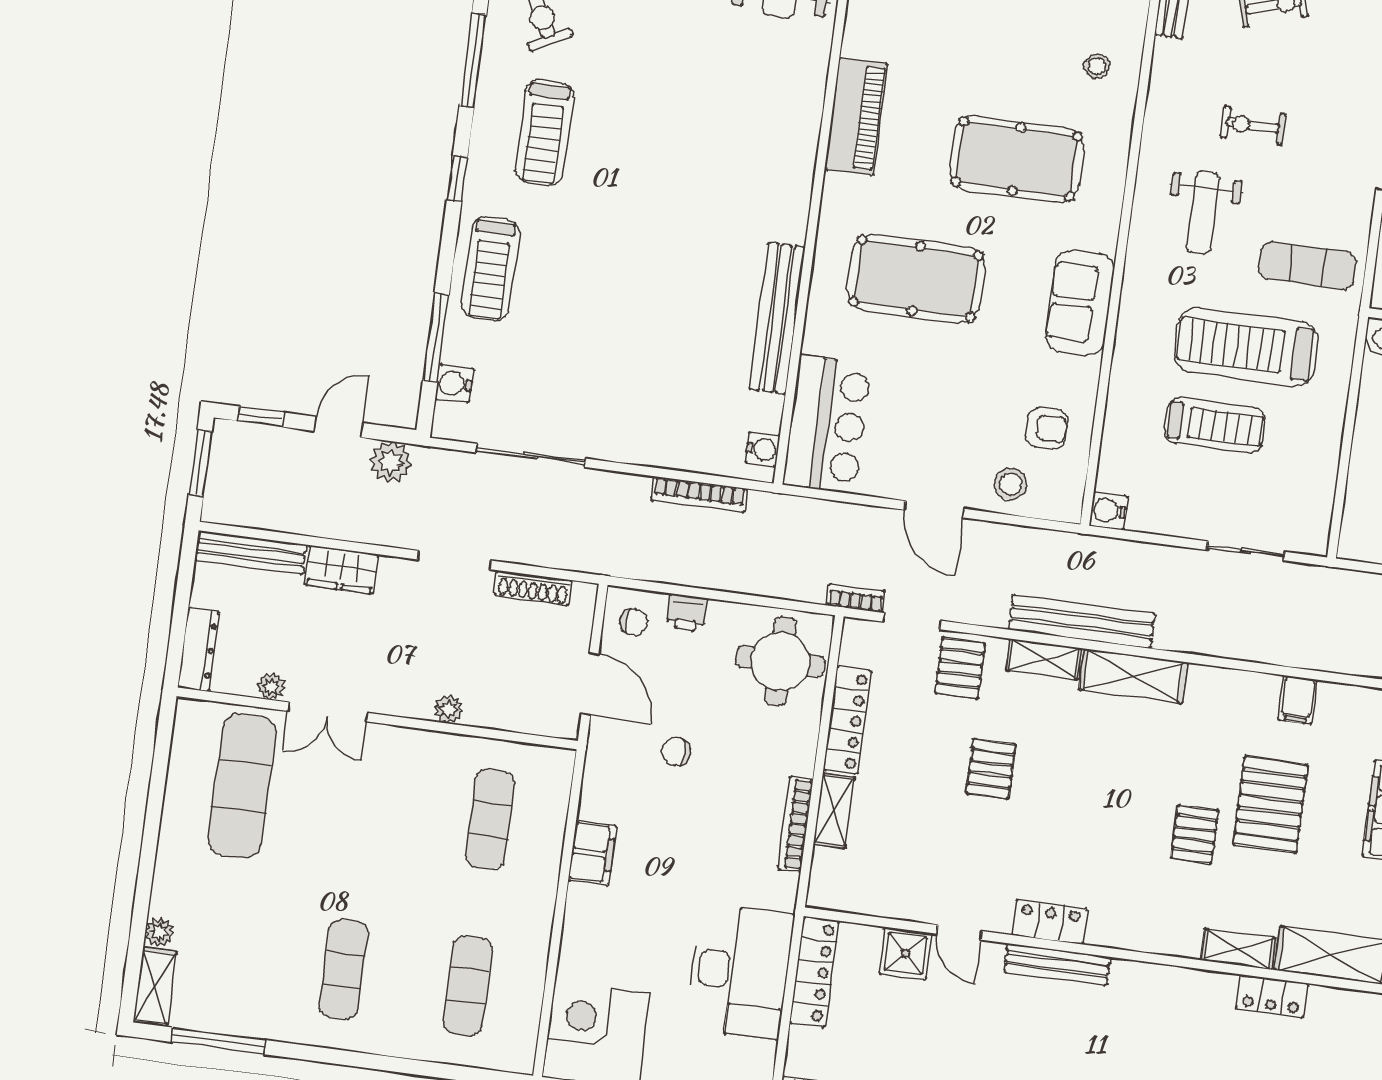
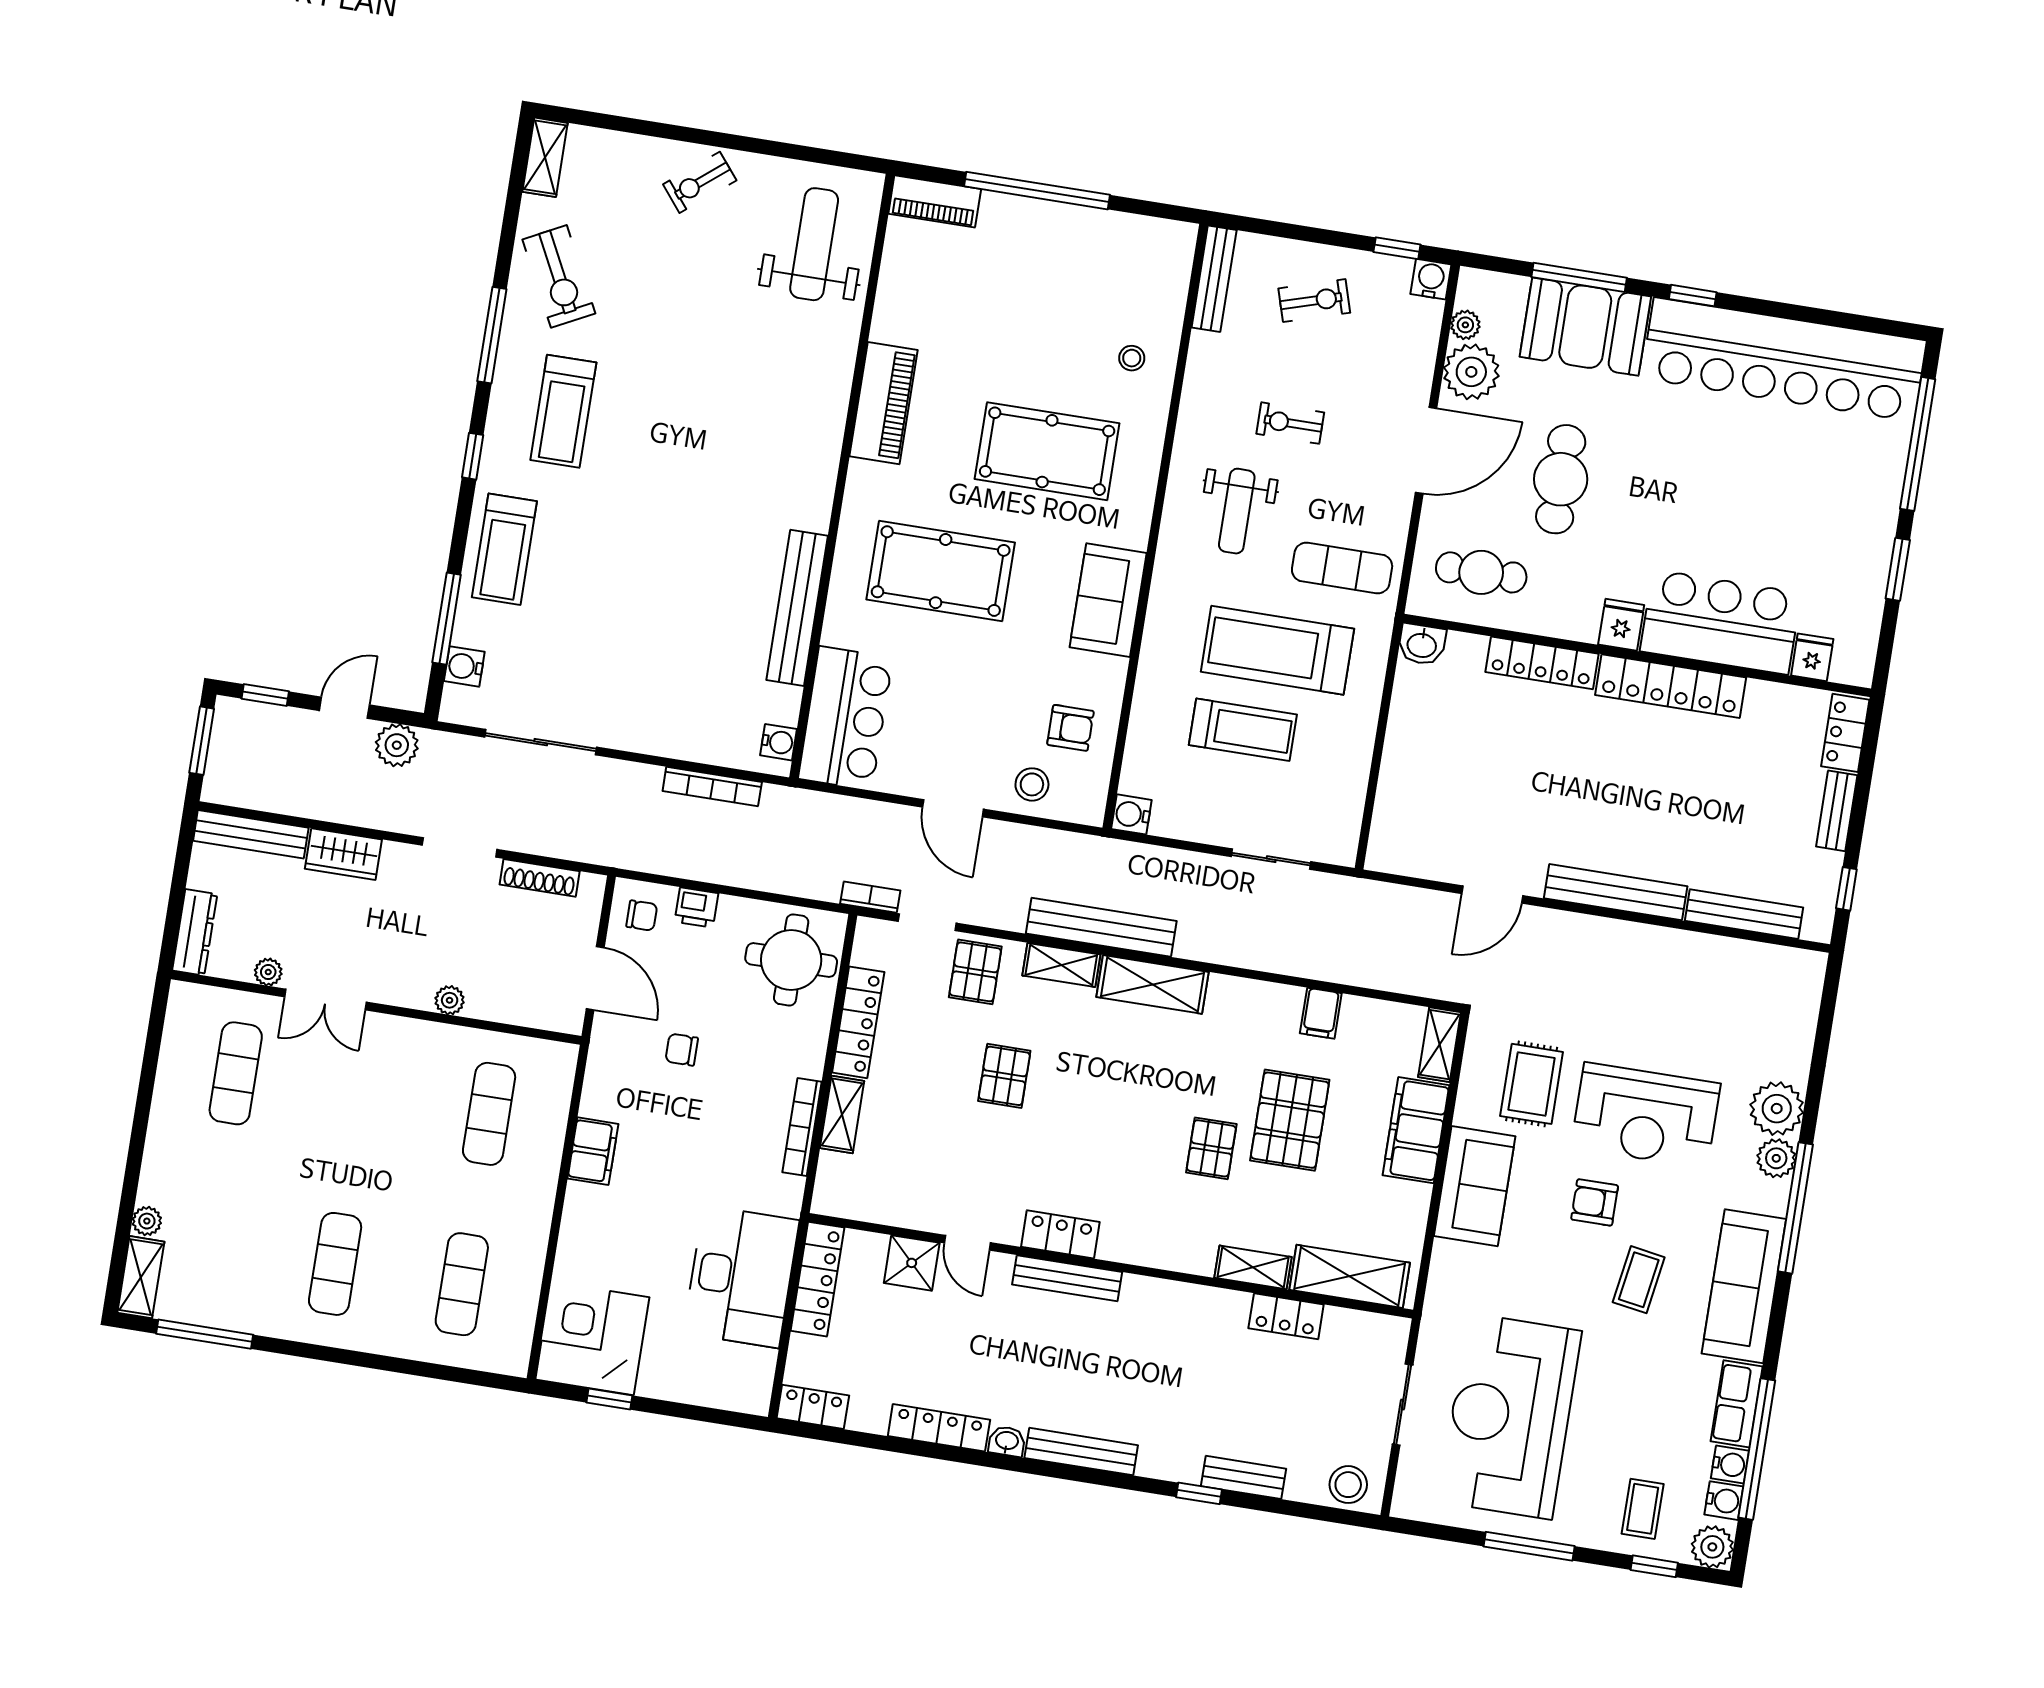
exercise mat: (242, 786) -> (236, 1073), width x0.73, depth x0.69

